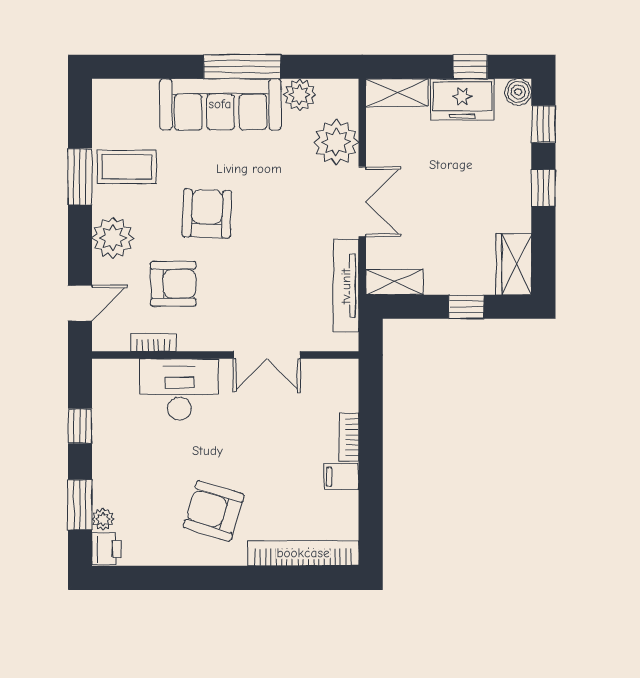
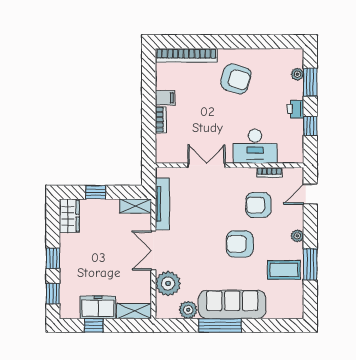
boiler: (518, 92) -> (67, 311), removed
armchair: (207, 214) -> (240, 244), turned 88
plant: (113, 238) -> (297, 236), width x0.53, depth x0.53
printer: (107, 549) -> (295, 109), moved

